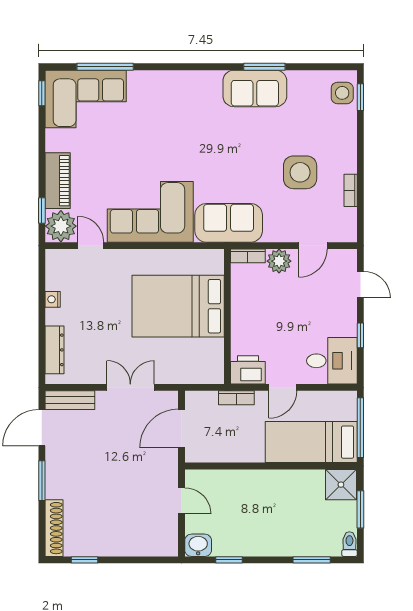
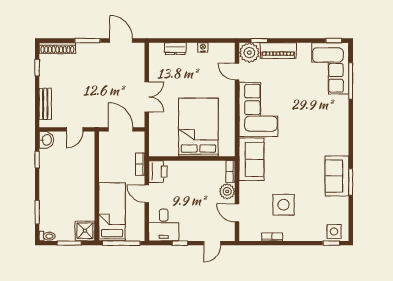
door: (91, 246) -> (237, 72), swing flipped
dresser: (55, 350) -> (175, 49), width x0.70
bench: (70, 400) -> (45, 104), moved

